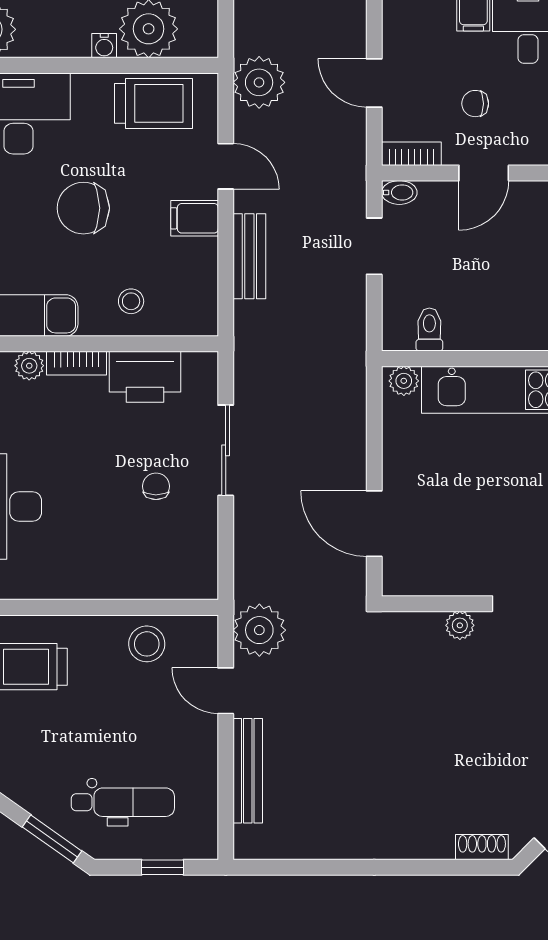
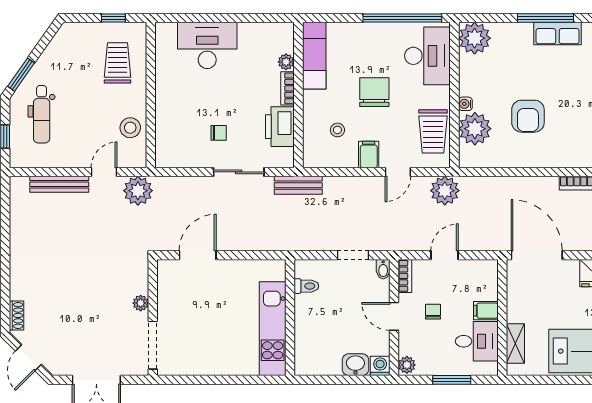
bench: (249, 256) -> (298, 185), moved
stool: (131, 301) -> (337, 130), moved
plant: (404, 381) -> (278, 272), removed

